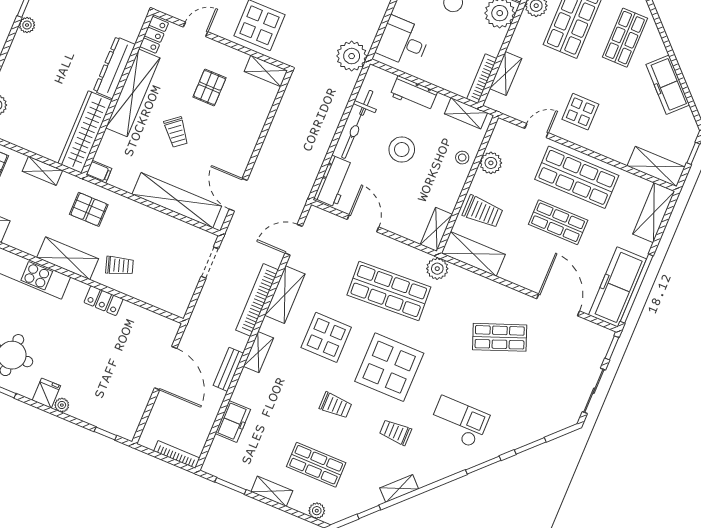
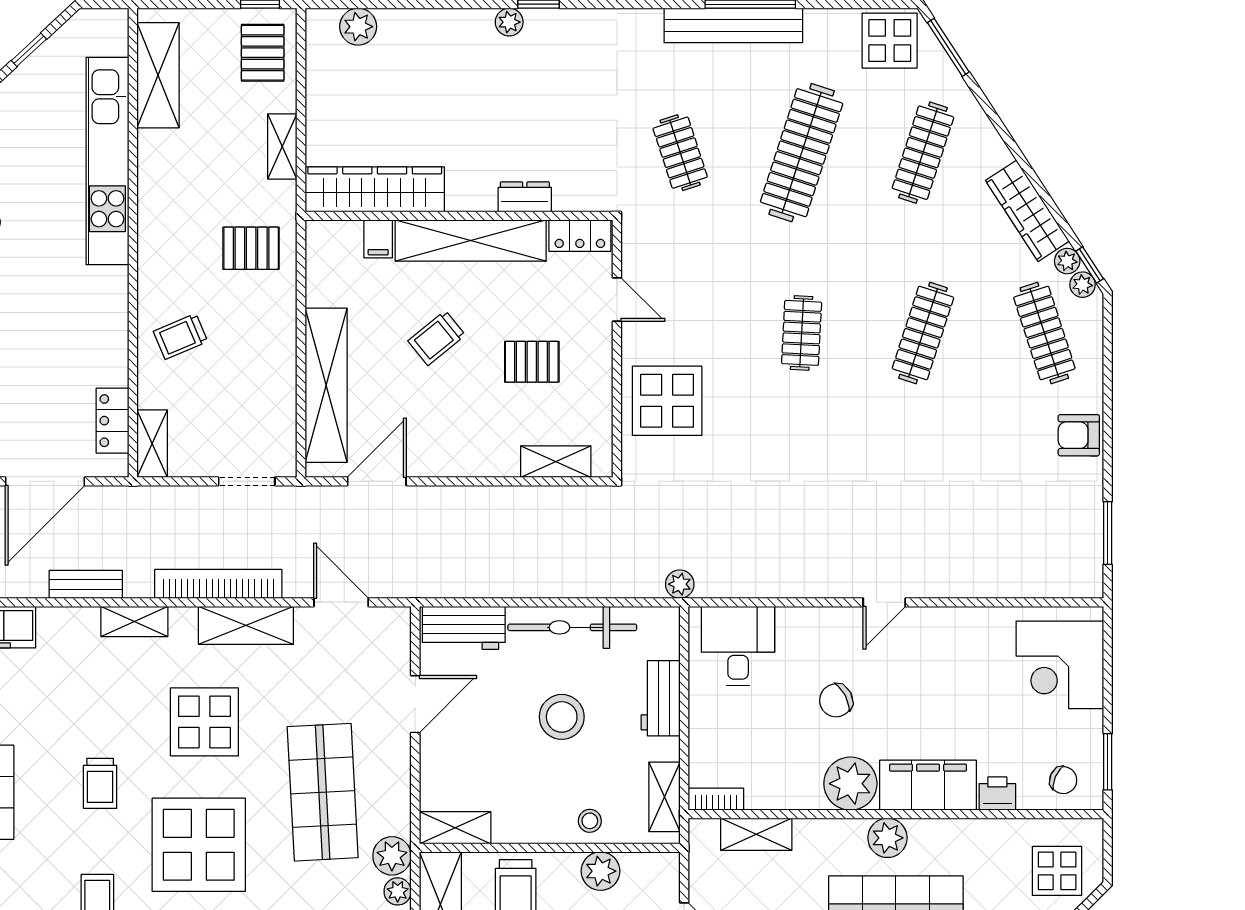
plant: (352, 56) -> (680, 584), width x0.53, depth x0.53
dresser: (114, 68) -> (525, 197), width x0.51, depth x0.80
shelving: (266, 71) -> (556, 462), moved, turned 90
bookcase: (482, 79) -> (716, 799), width x0.64
filing cabinet: (99, 172) -> (378, 239), moved
pallet: (89, 209) -> (251, 248), turned 90
shelving: (68, 258) -> (152, 444), moved, width x0.67, depth x0.75
trolley: (119, 266) -> (180, 336), turned 85
plant: (457, 273) -> (398, 891), added
locker: (103, 301) -> (112, 421), moved

